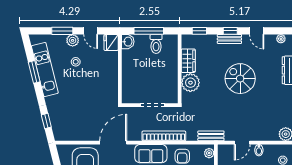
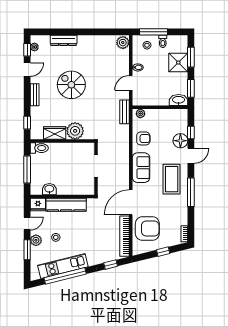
window: (230, 31) -> (27, 50), moved
washbasin: (128, 42) -> (49, 189), moved
toilet: (156, 44) -> (39, 148), moved
window: (34, 72) -> (65, 276), width x2.11
kitchen counter: (111, 73) -> (66, 205), added
spiral stairs: (240, 79) -> (71, 85), turned 90
bookcase: (164, 136) -> (125, 236), moved
door: (113, 143) -> (131, 202), hinge flipped
door: (242, 143) -> (131, 83), swing flipped

